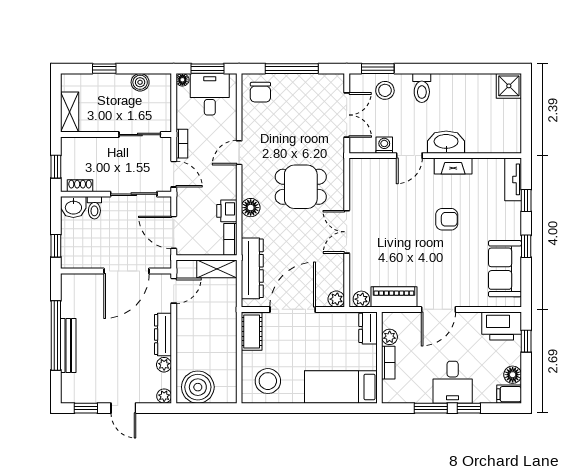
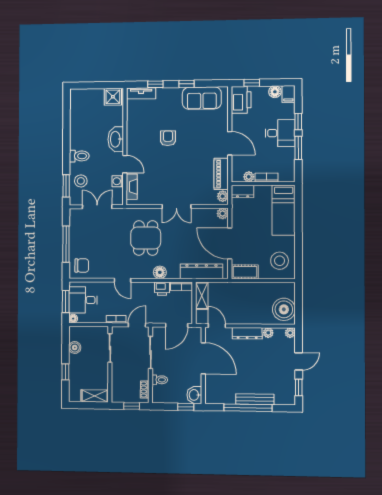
shower: (509, 86) -> (113, 97), moved
fireplace: (453, 166) -> (132, 187), moved
washbasin: (73, 207) -> (194, 395), moved, turned 180

